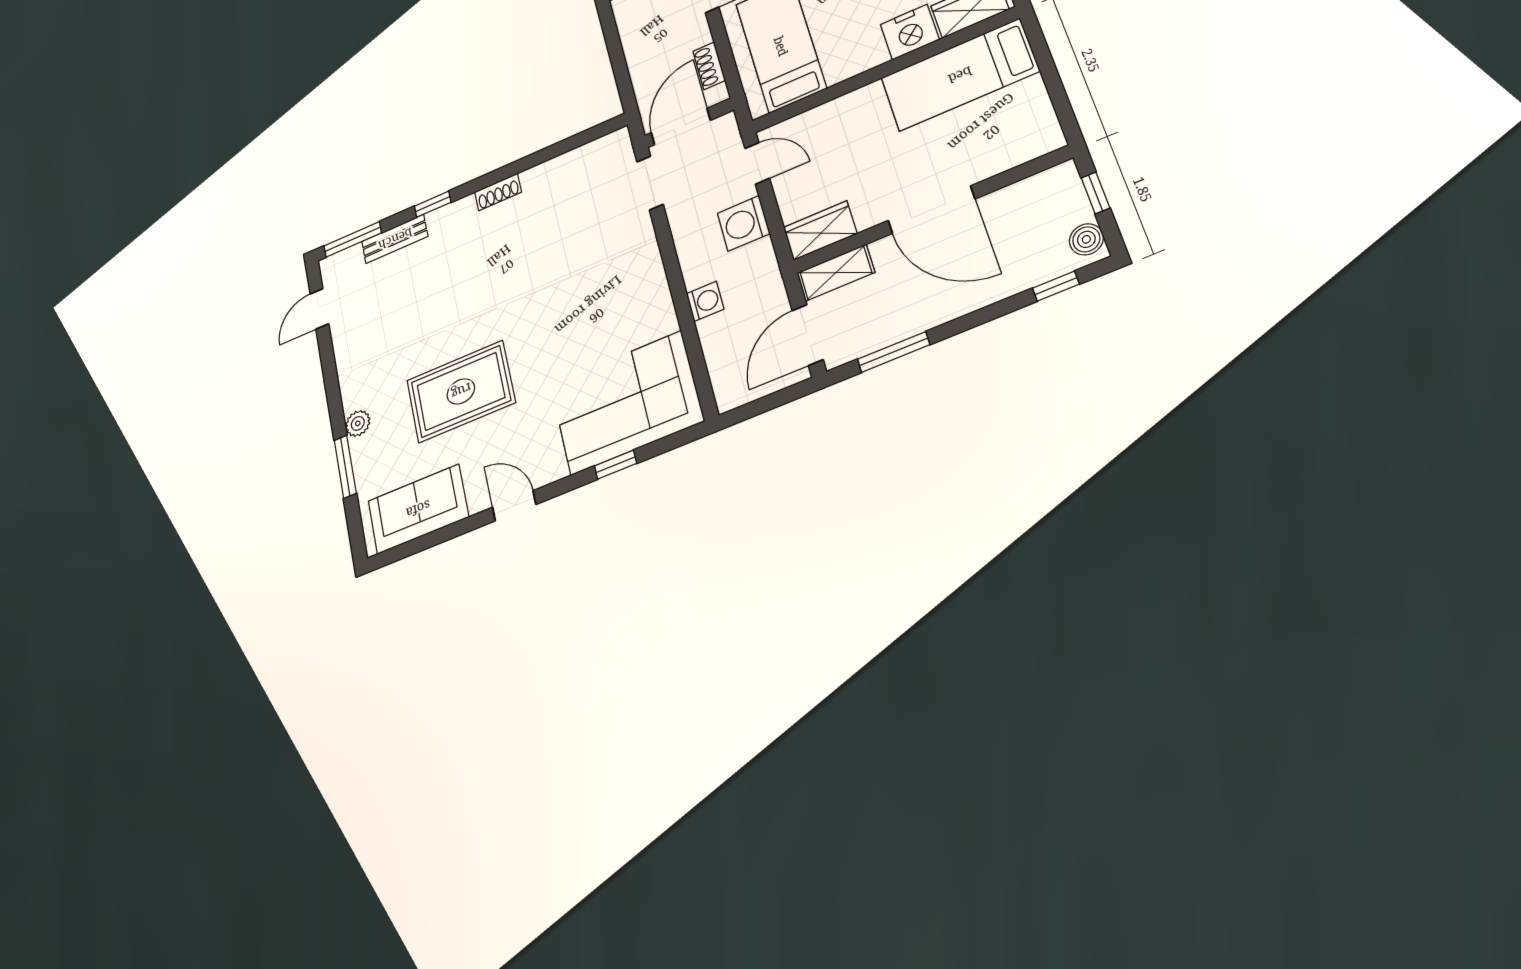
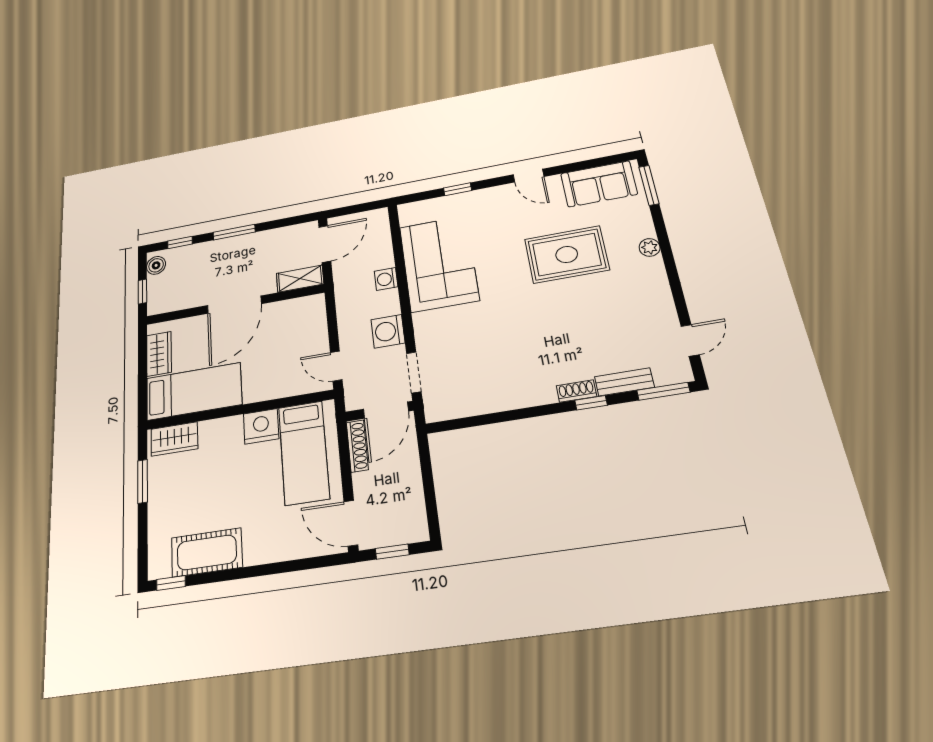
nightstand: (910, 32) -> (261, 426), moved
shoe rack: (709, 66) -> (357, 446), width x1.43
shoe rack: (498, 192) -> (576, 391), moved
door: (931, 210) -> (234, 305), swing flipped
washing machine: (744, 223) -> (388, 331), moved, turned 180
wardrobe: (820, 230) -> (159, 354), moved, turned -90
window: (894, 352) -> (234, 232), moved
corner sofa: (626, 403) -> (439, 263), moved, turned -90
window: (345, 467) -> (649, 185), moved

